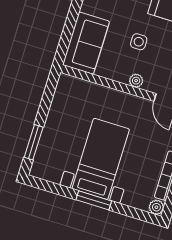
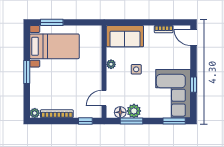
plant: (136, 81) -> (111, 64), moved
bed with nightstands: (101, 159) -> (54, 46), moved

